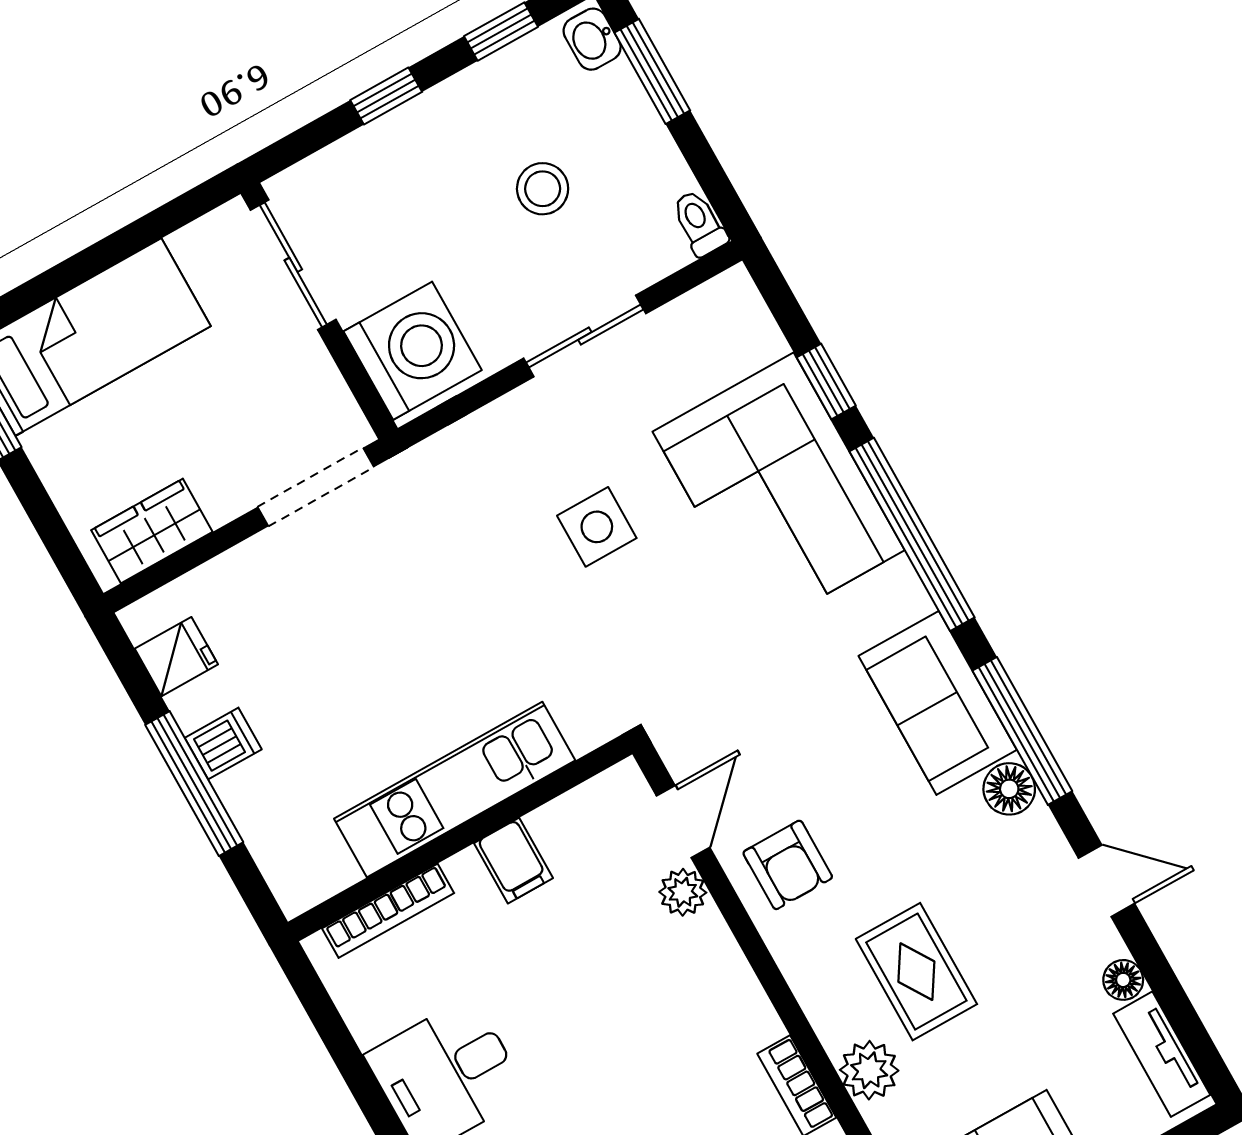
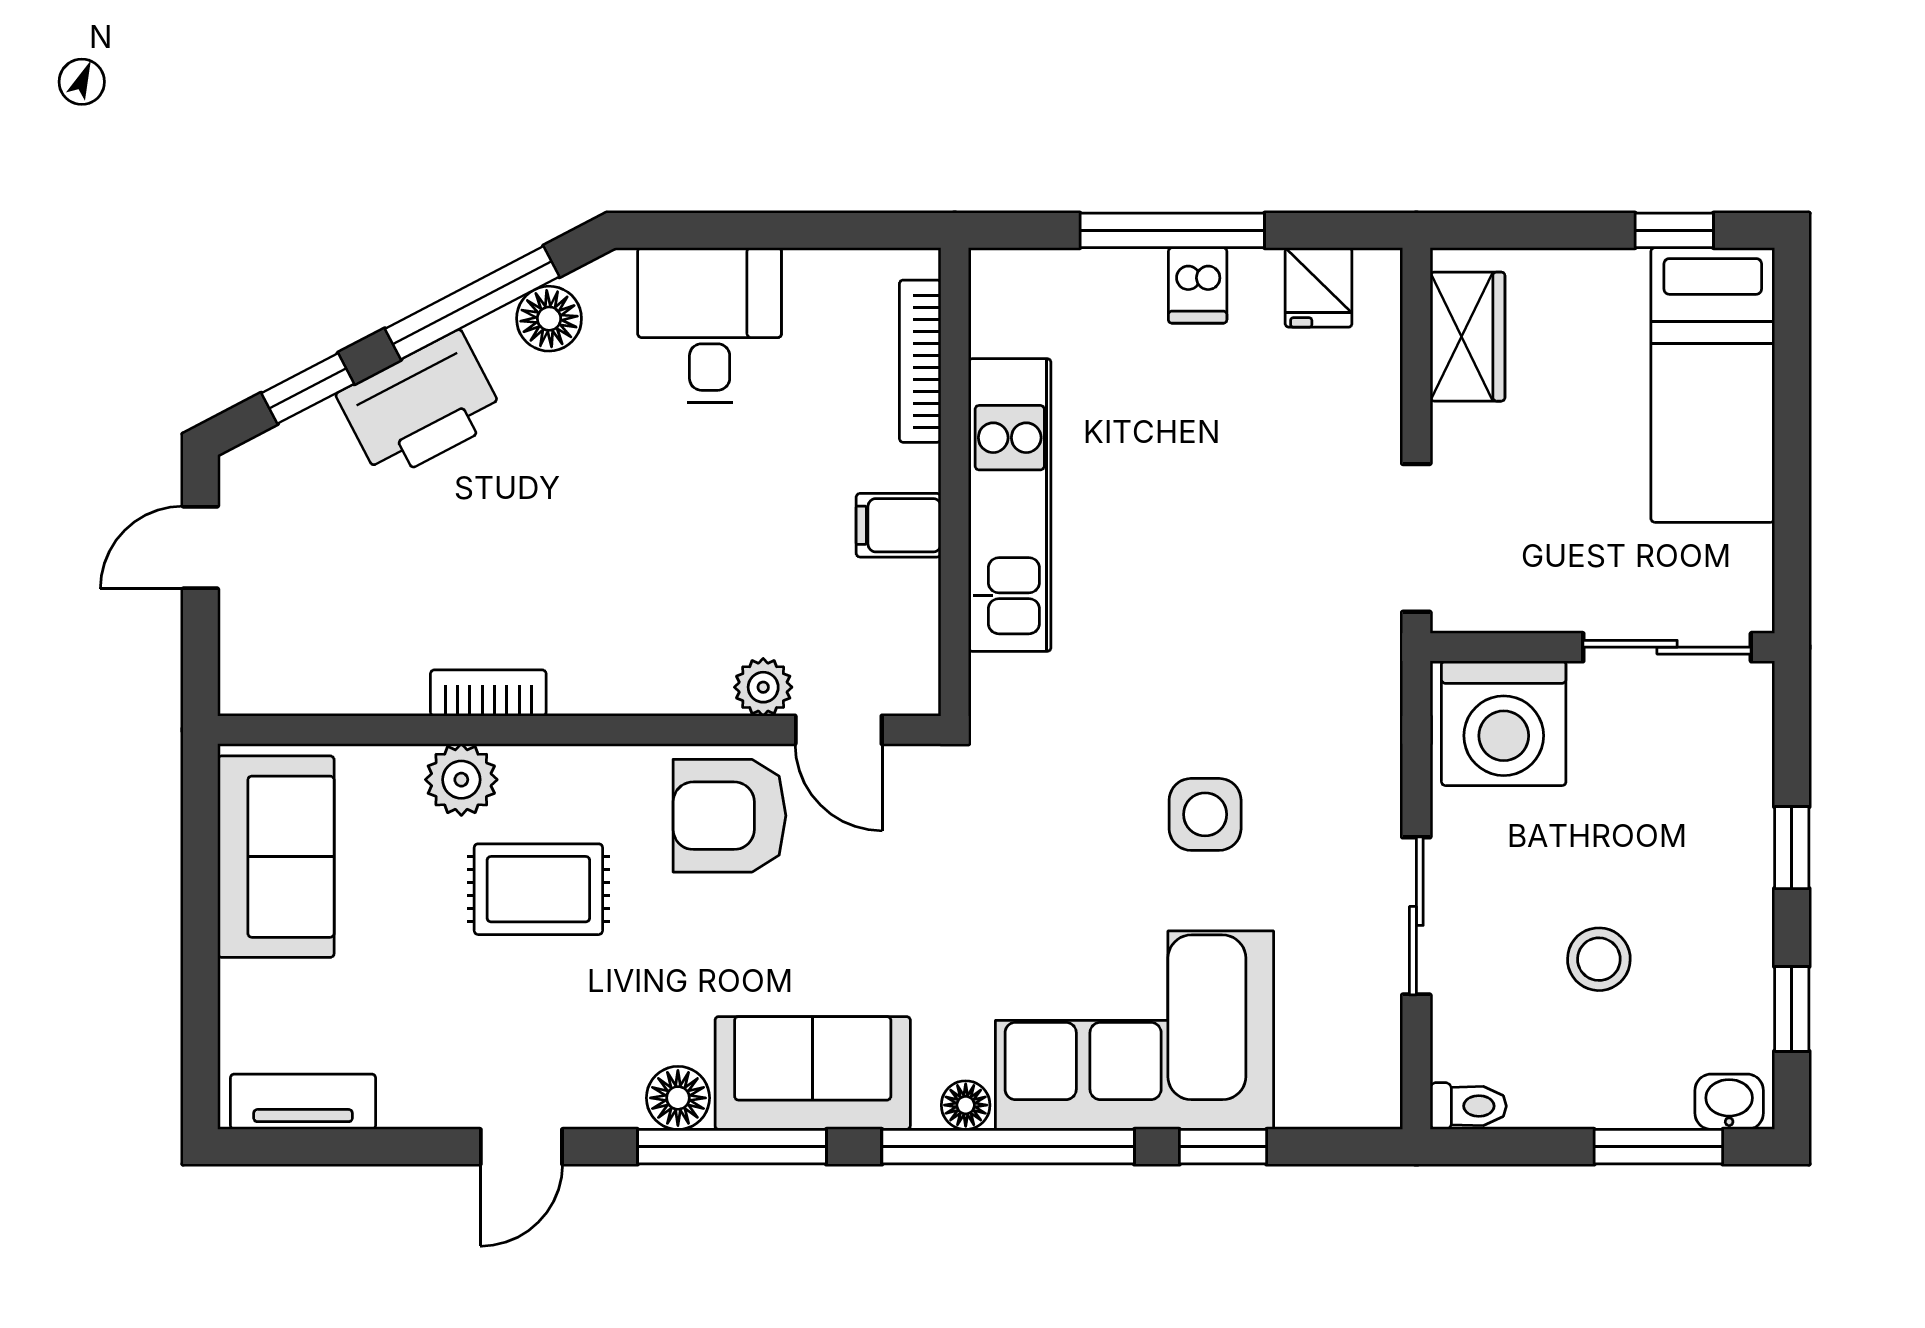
armchair: (788, 865) -> (730, 816), width x1.38, depth x1.38
floor lamp: (1123, 980) -> (966, 1105), moved

